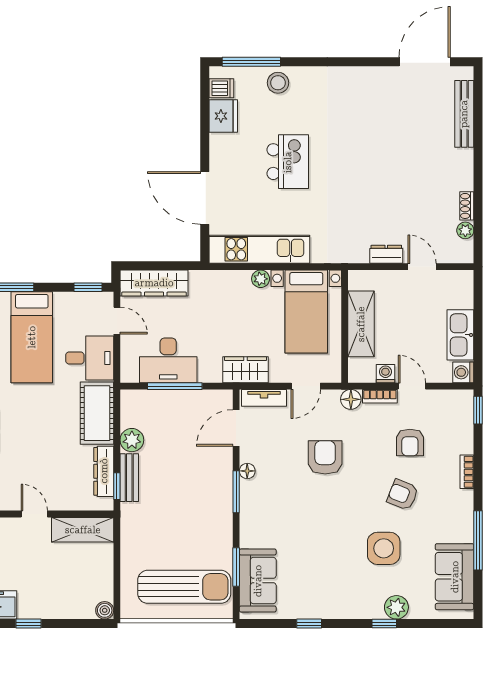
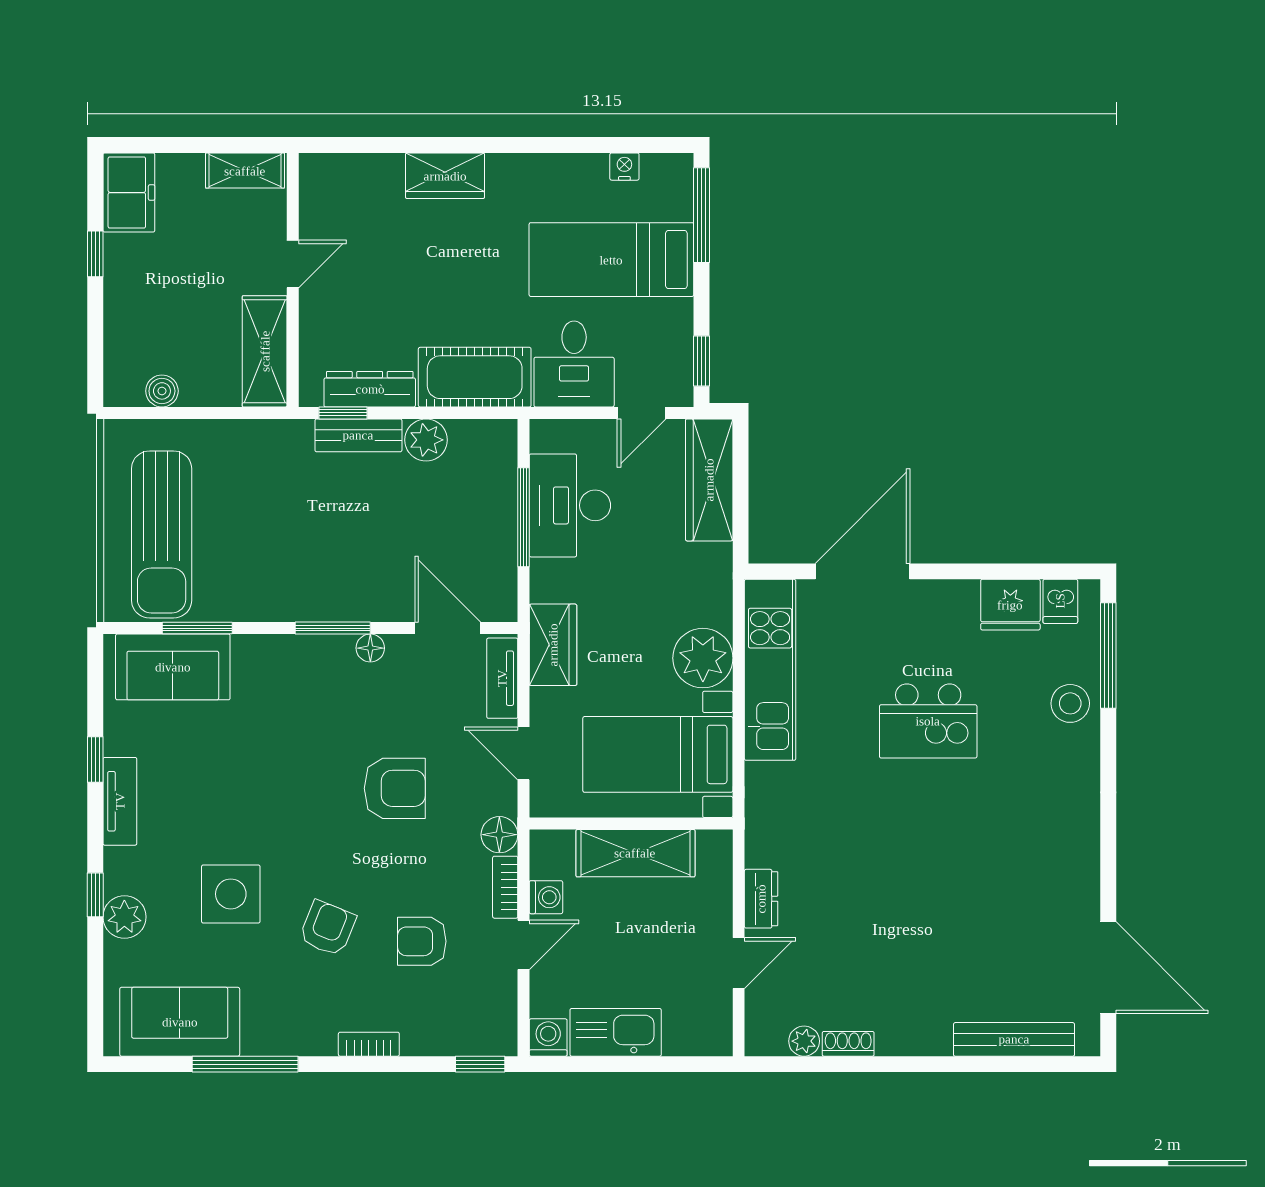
plant: (261, 279) -> (703, 658), width x1.88, depth x1.88
boiler: (105, 610) -> (162, 391), moved
tv unit: (332, 610) -> (120, 801), added

